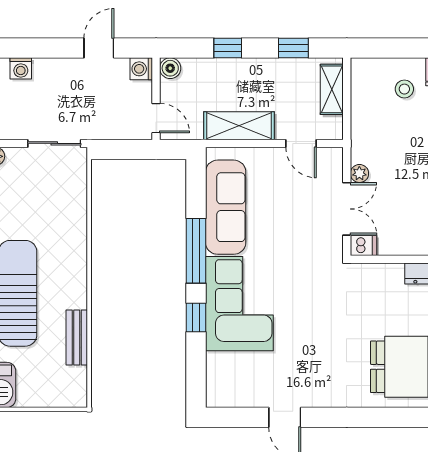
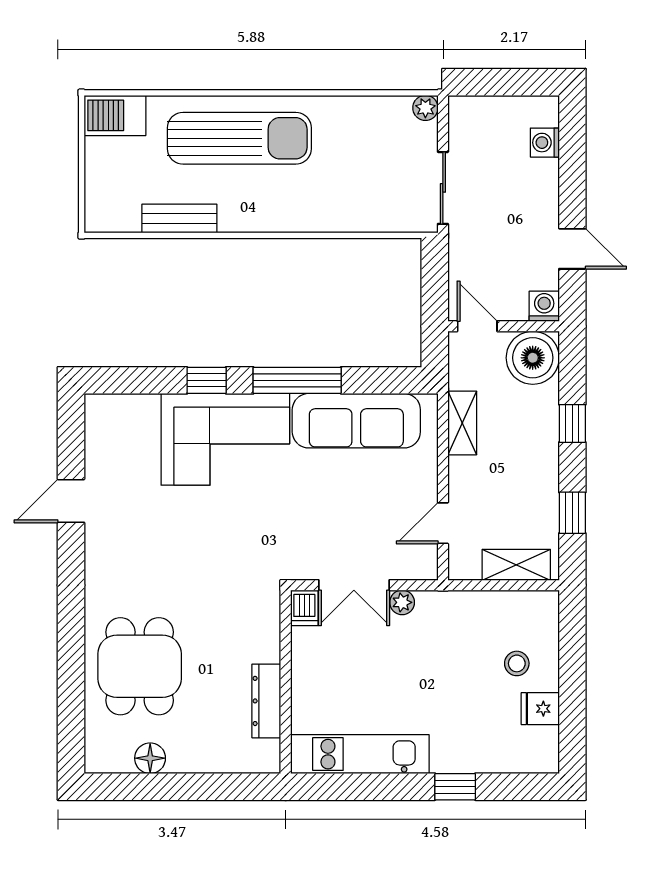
boiler: (170, 68) -> (533, 358), width x1.86, depth x1.86
door: (156, 118) -> (477, 326), swing flipped
shelving: (239, 126) -> (462, 423), width x0.67, depth x0.75

